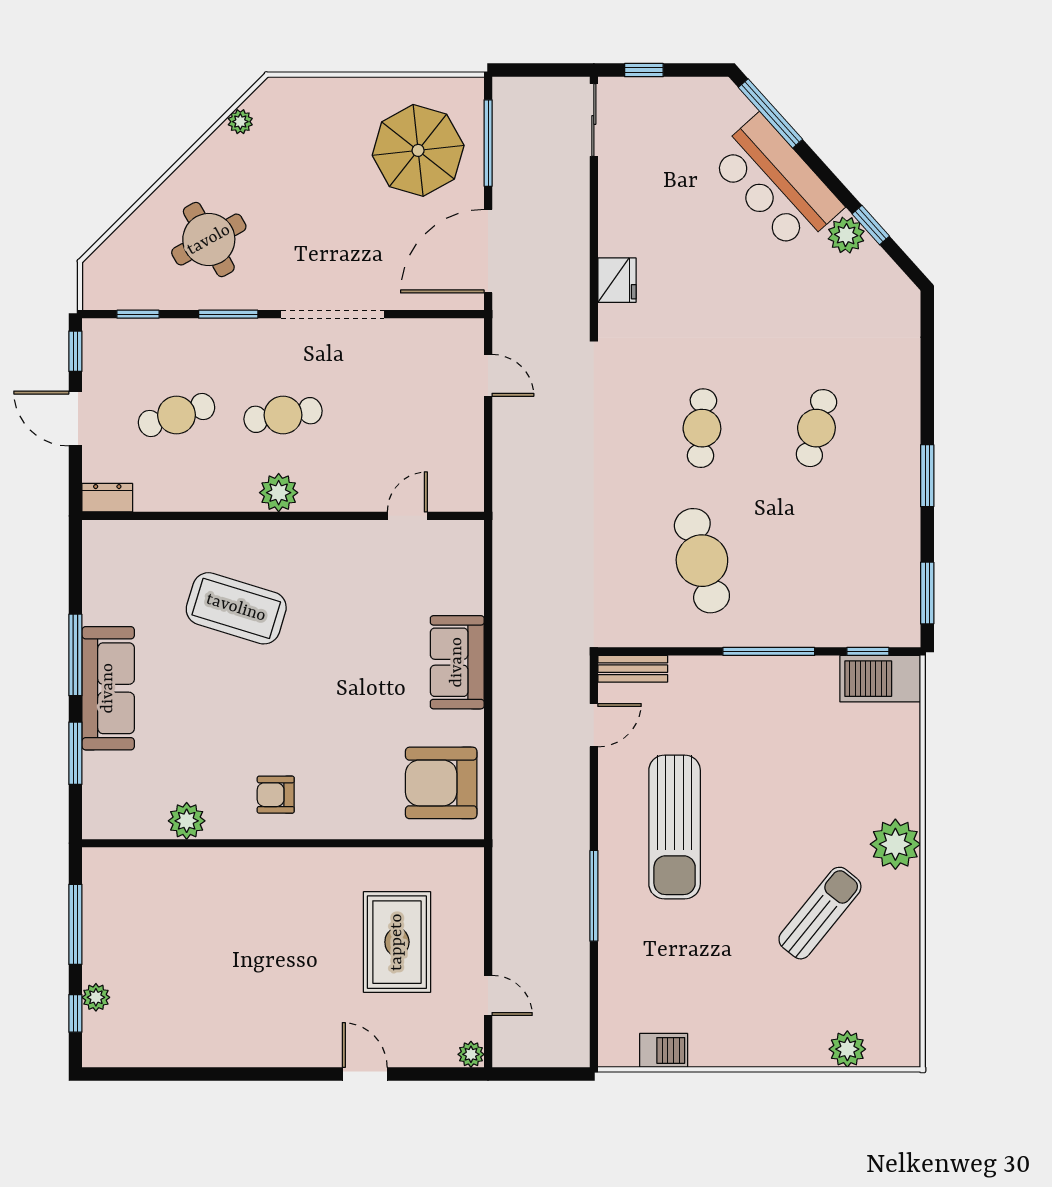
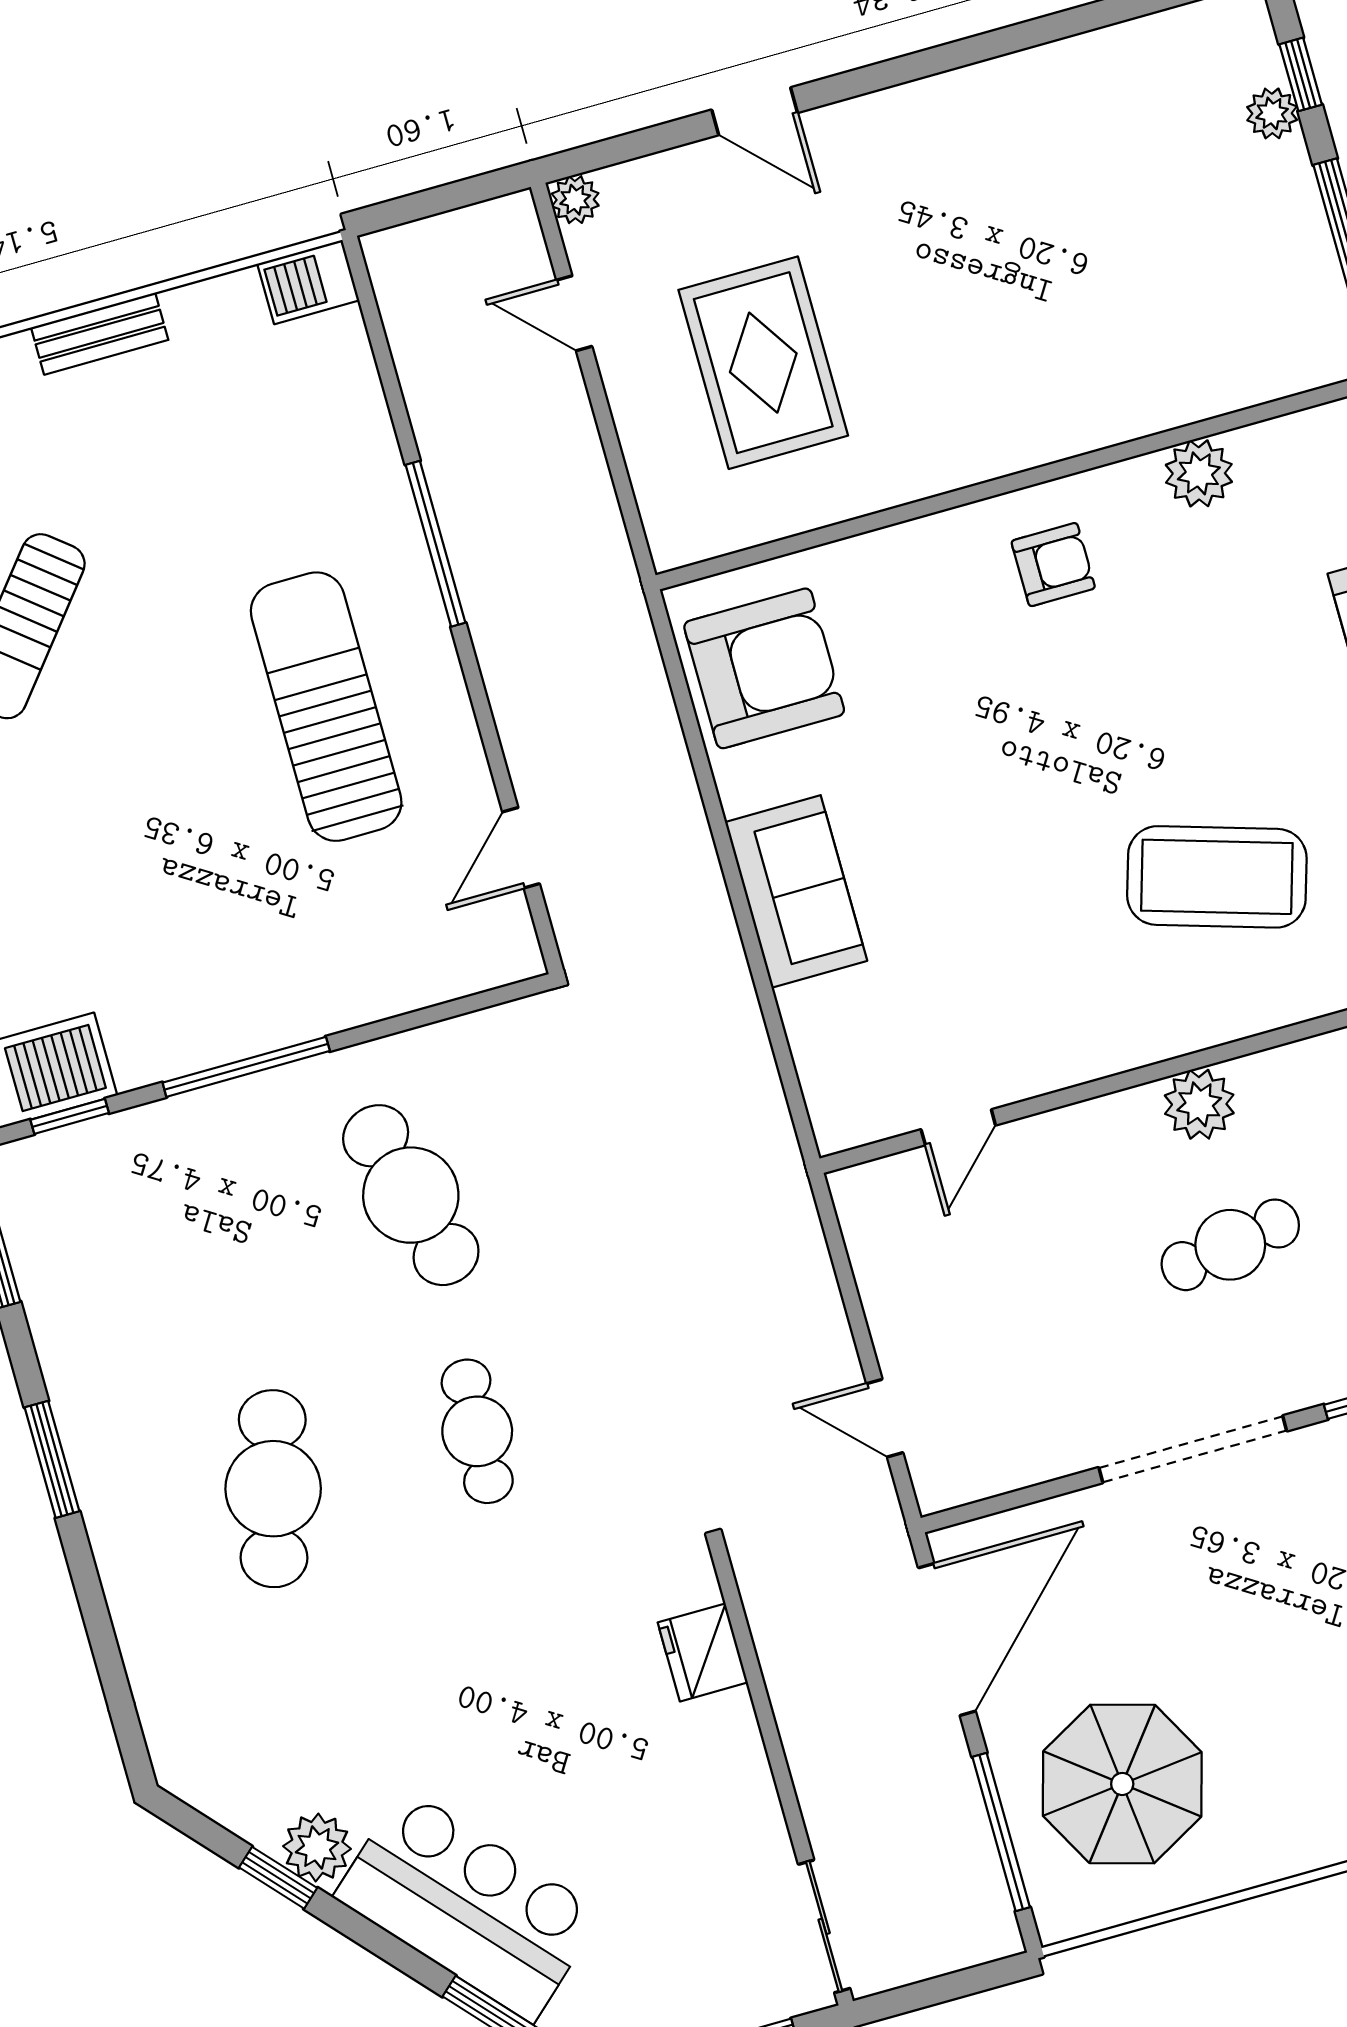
cafe table: (816, 428) -> (273, 1489), width x1.37, depth x1.35
bench: (633, 669) -> (100, 334), moved
barbecue: (664, 1050) -> (308, 282), moved

